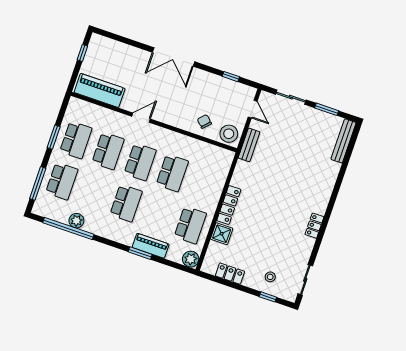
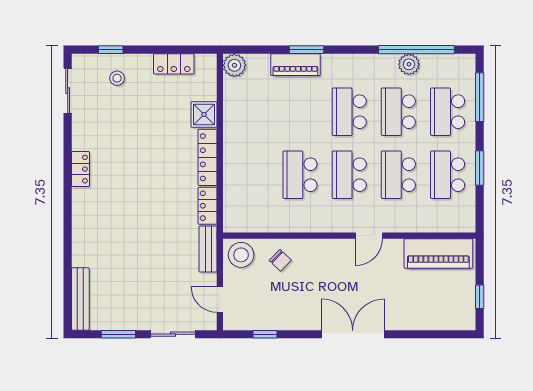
locker: (240, 173) -> (207, 206), added
school desk: (190, 225) -> (398, 112), moved

